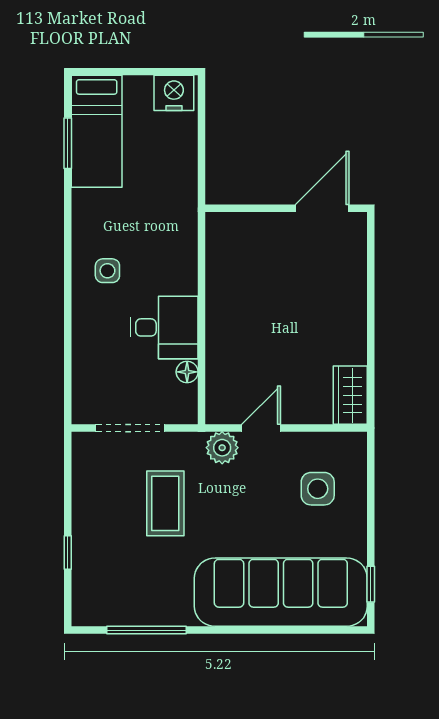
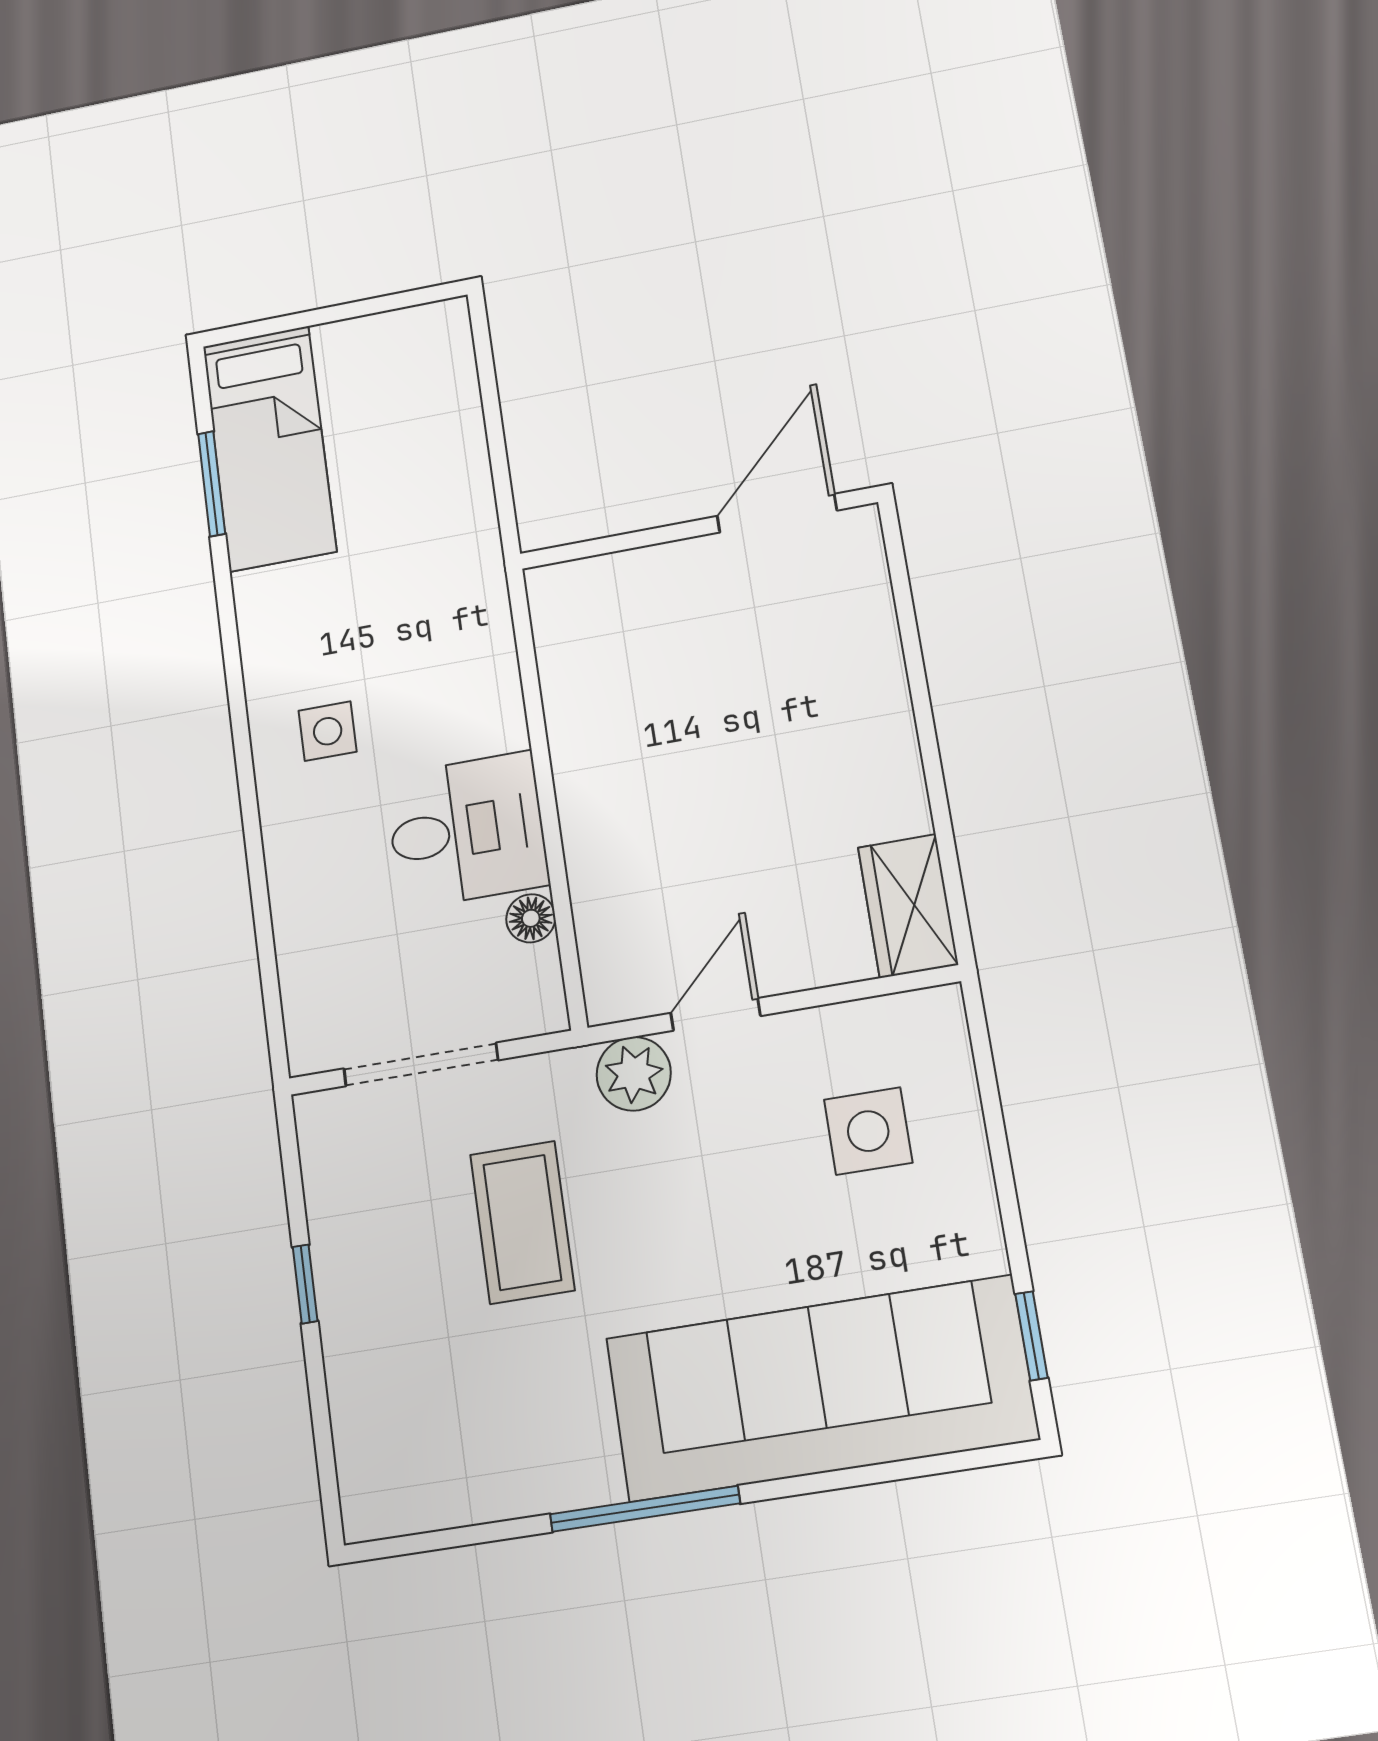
nightstand: (174, 93) -> (422, 340), removed
window: (68, 552) -> (305, 1284), moved
window: (146, 630) -> (645, 1509), moved

